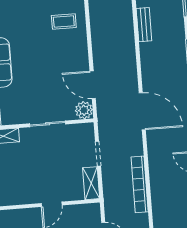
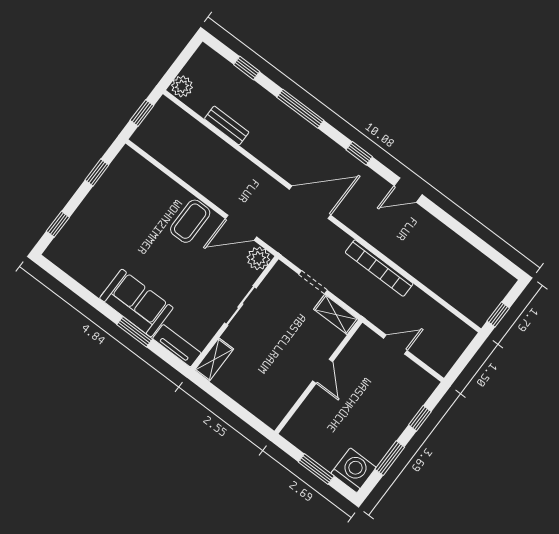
coffee table: (64, 22) -> (190, 221), moved, width x1.36, depth x1.30

